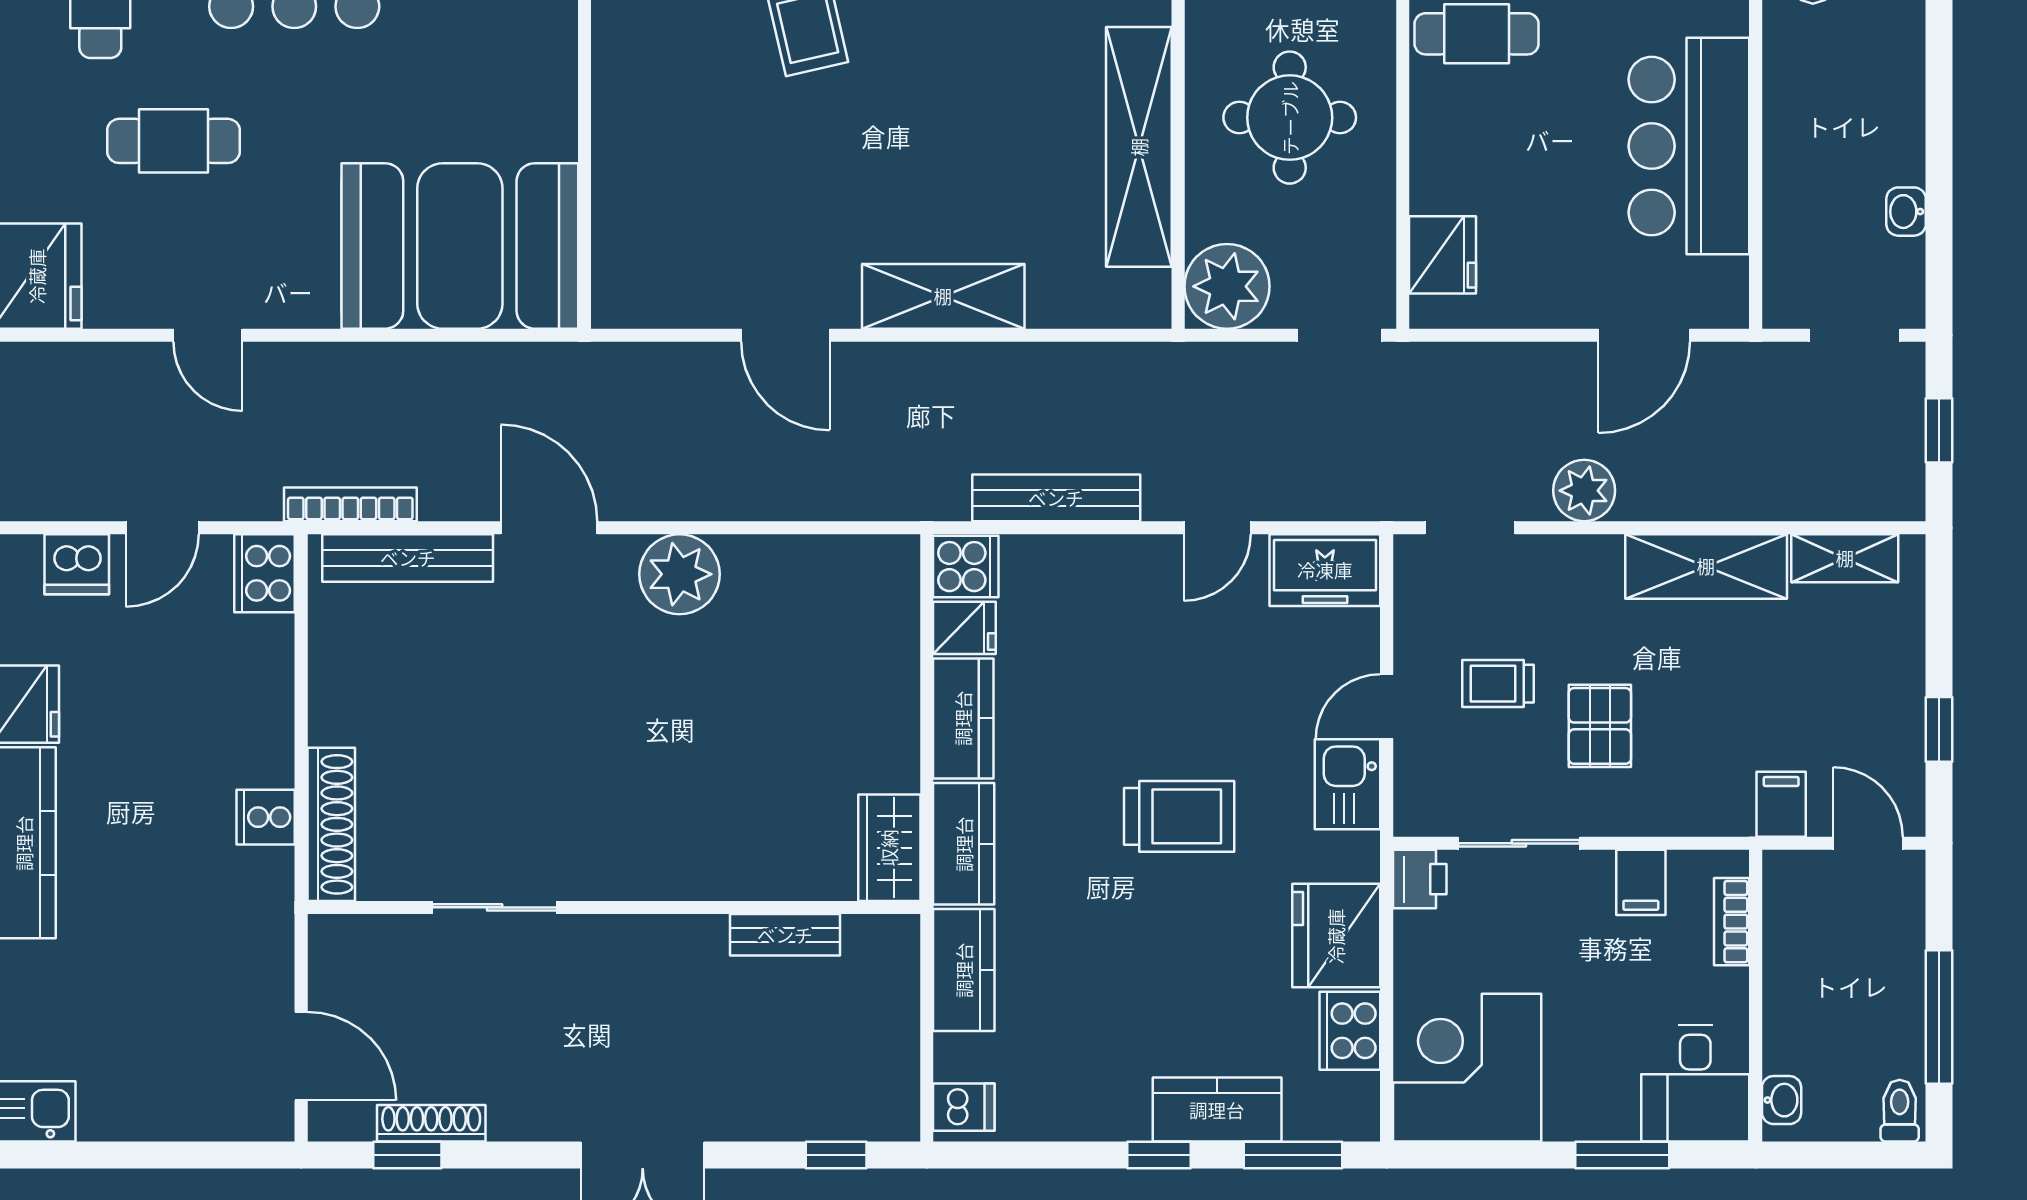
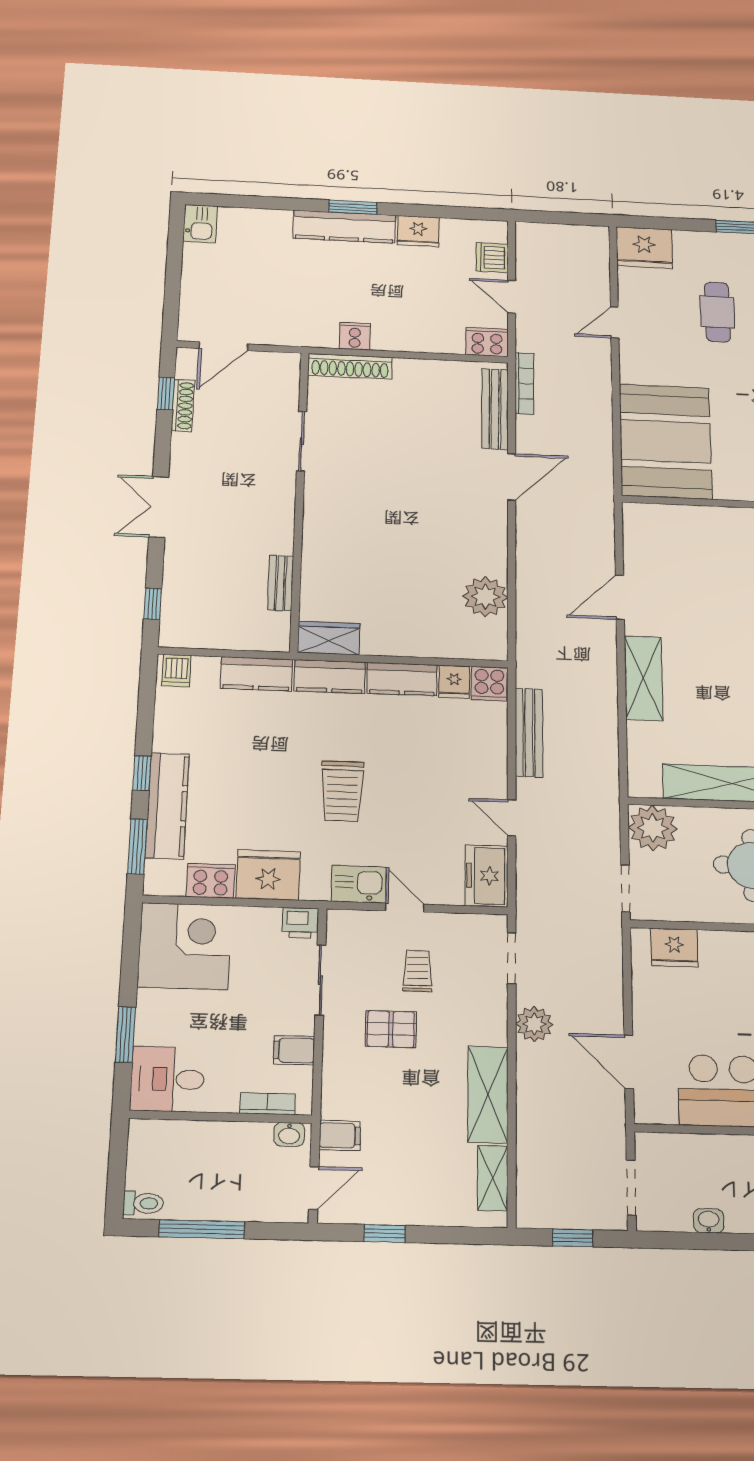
plant: (679, 574) -> (485, 597), moved
washbasin: (1782, 1100) -> (289, 1134), moved
kitchen counter: (1217, 1110) -> (167, 806), width x1.50

